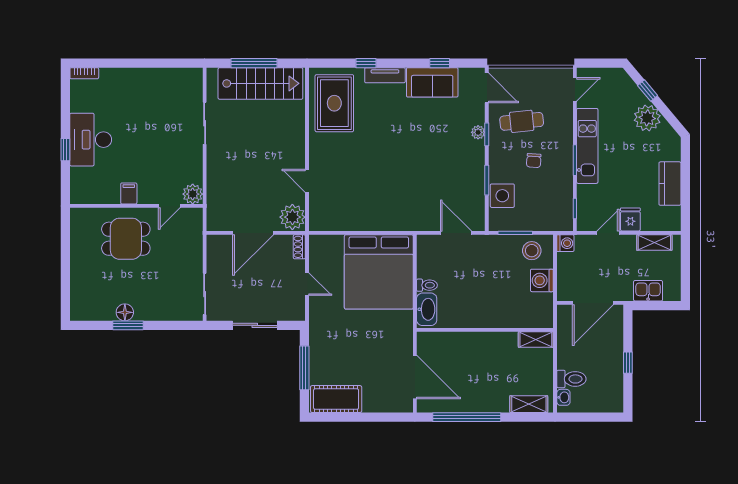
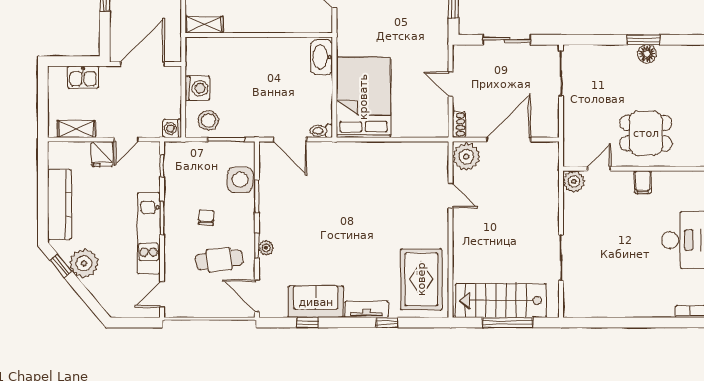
window: (648, 90) -> (61, 266), moved
kitchen counter: (670, 184) -> (59, 204), width x1.50
bed: (379, 272) -> (363, 97), width x0.73
toilet: (427, 285) -> (321, 131), moved

